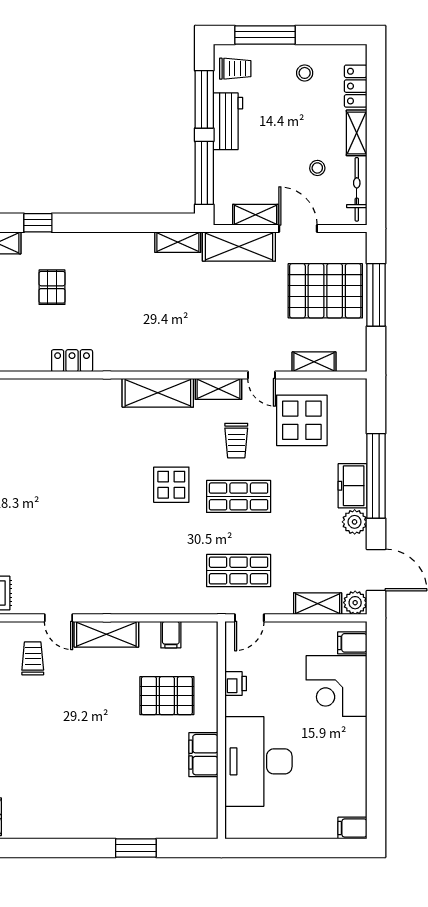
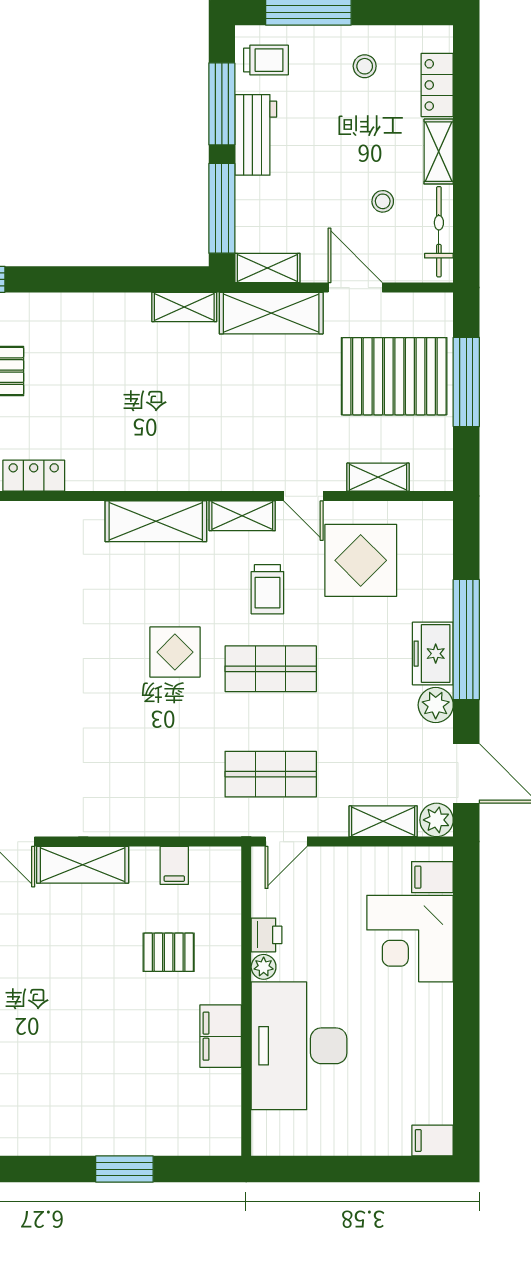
shelving: (256, 215) -> (267, 268), moved
pallet: (167, 696) -> (169, 952), width x0.67, depth x0.71
plant: (234, 706) -> (264, 967), added

